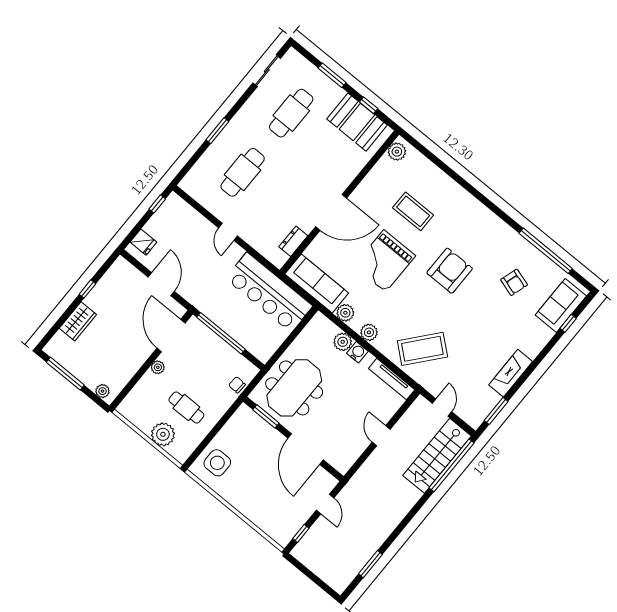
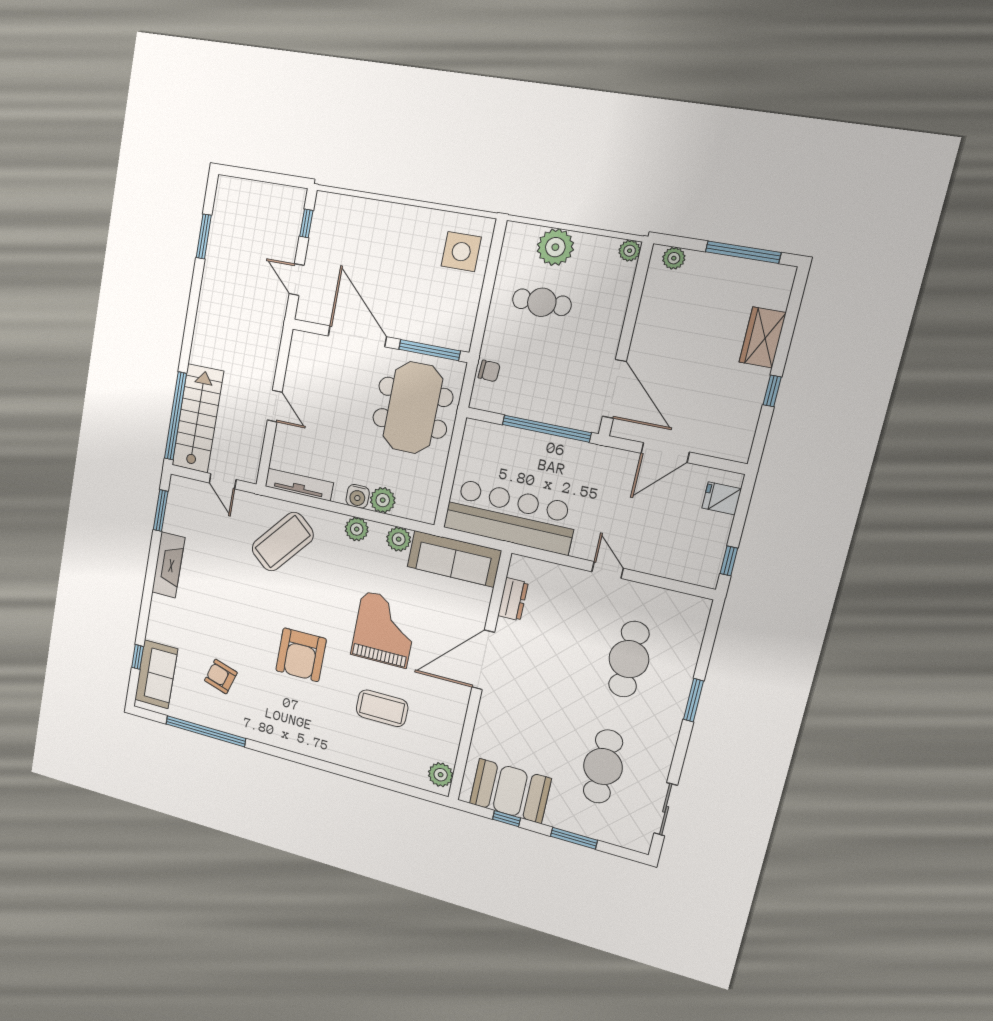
door: (161, 284) -> (665, 453), hinge flipped
plant: (158, 367) -> (630, 251), moved
window: (266, 416) -> (429, 350), width x1.44

